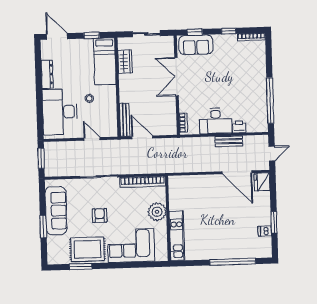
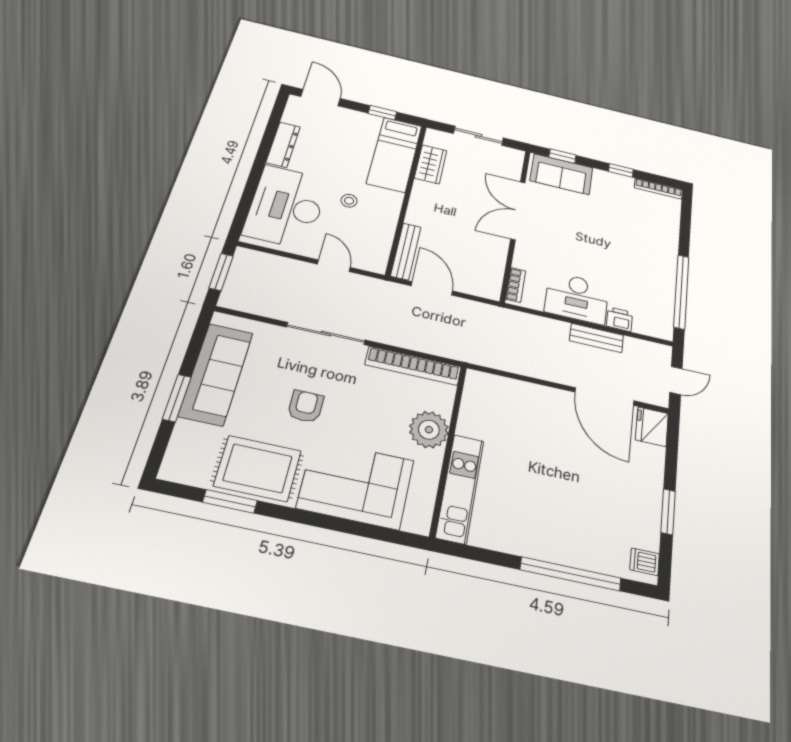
dishwasher: (265, 231) -> (645, 562), moved

